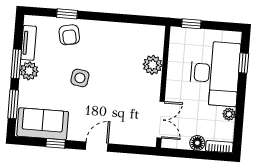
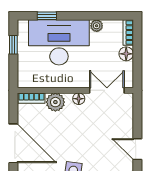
door: (113, 18) -> (13, 143), added
window: (191, 24) -> (13, 45), moved
bookcase: (159, 40) -> (31, 98), added
floor lamp: (154, 89) -> (79, 99), added

